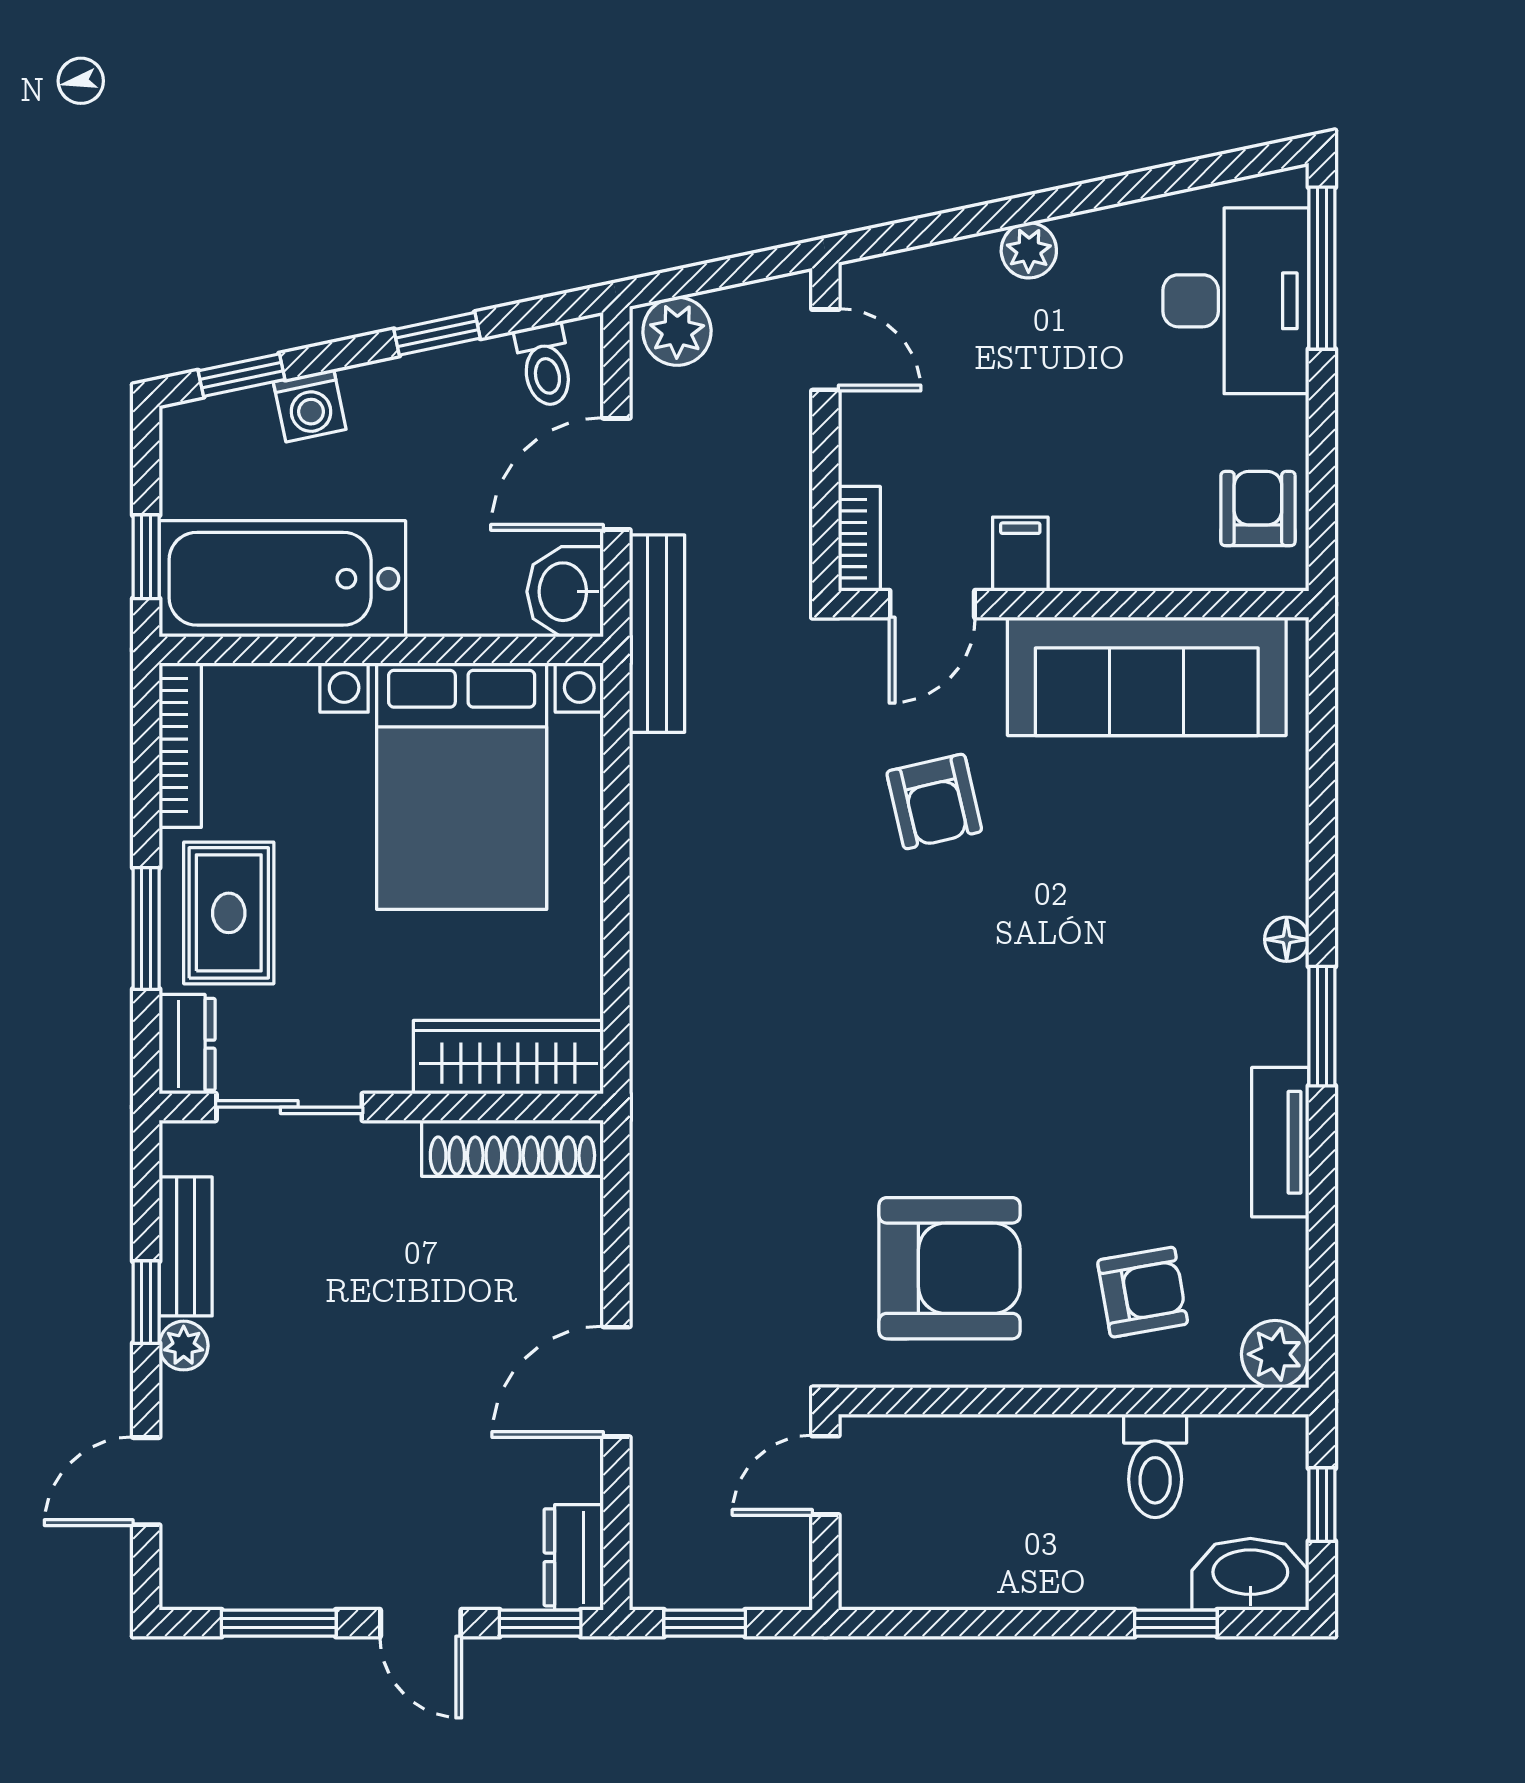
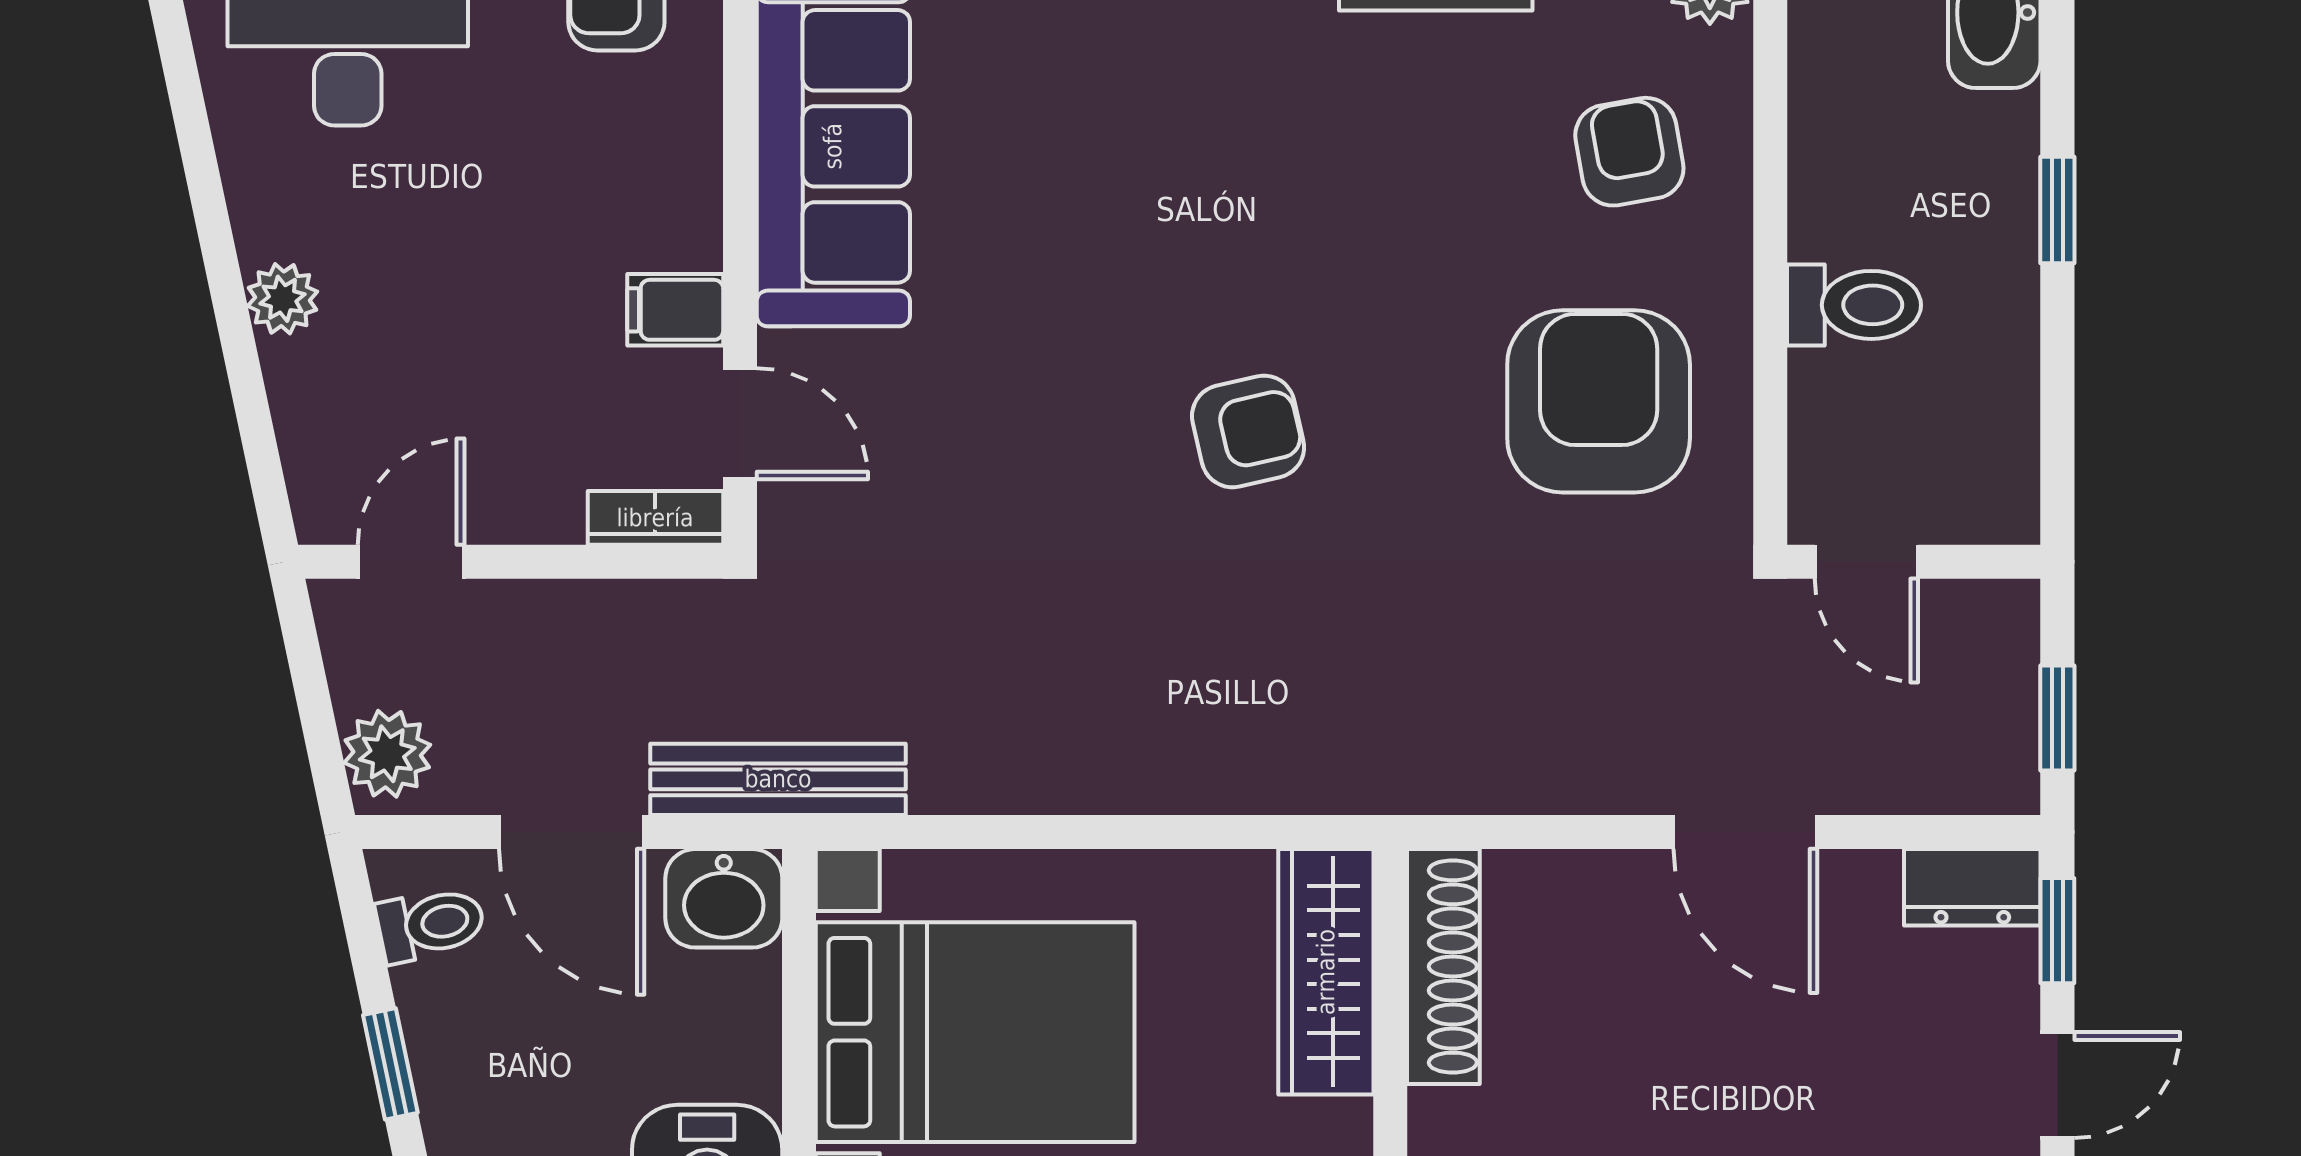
armchair: (934, 801) -> (1248, 431), moved
toilet: (1155, 1466) -> (1854, 305), moved
window: (1176, 1623) -> (2057, 210), moved

